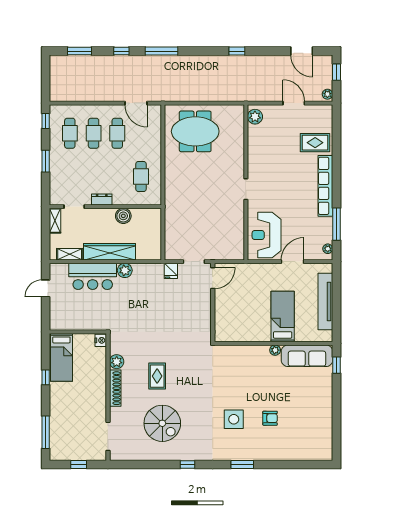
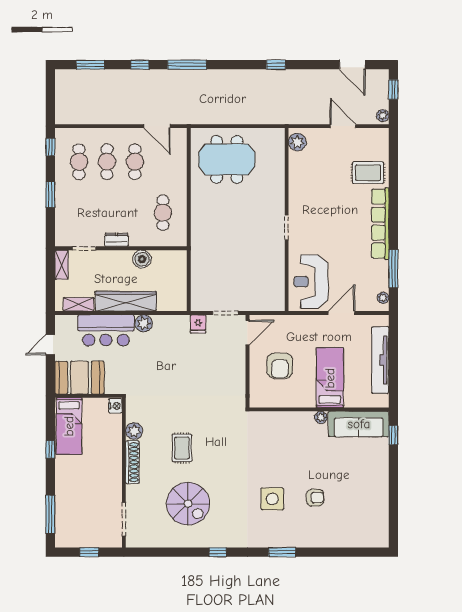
armchair: (240, 306) -> (280, 366), added
booth: (70, 316) -> (79, 378), added

